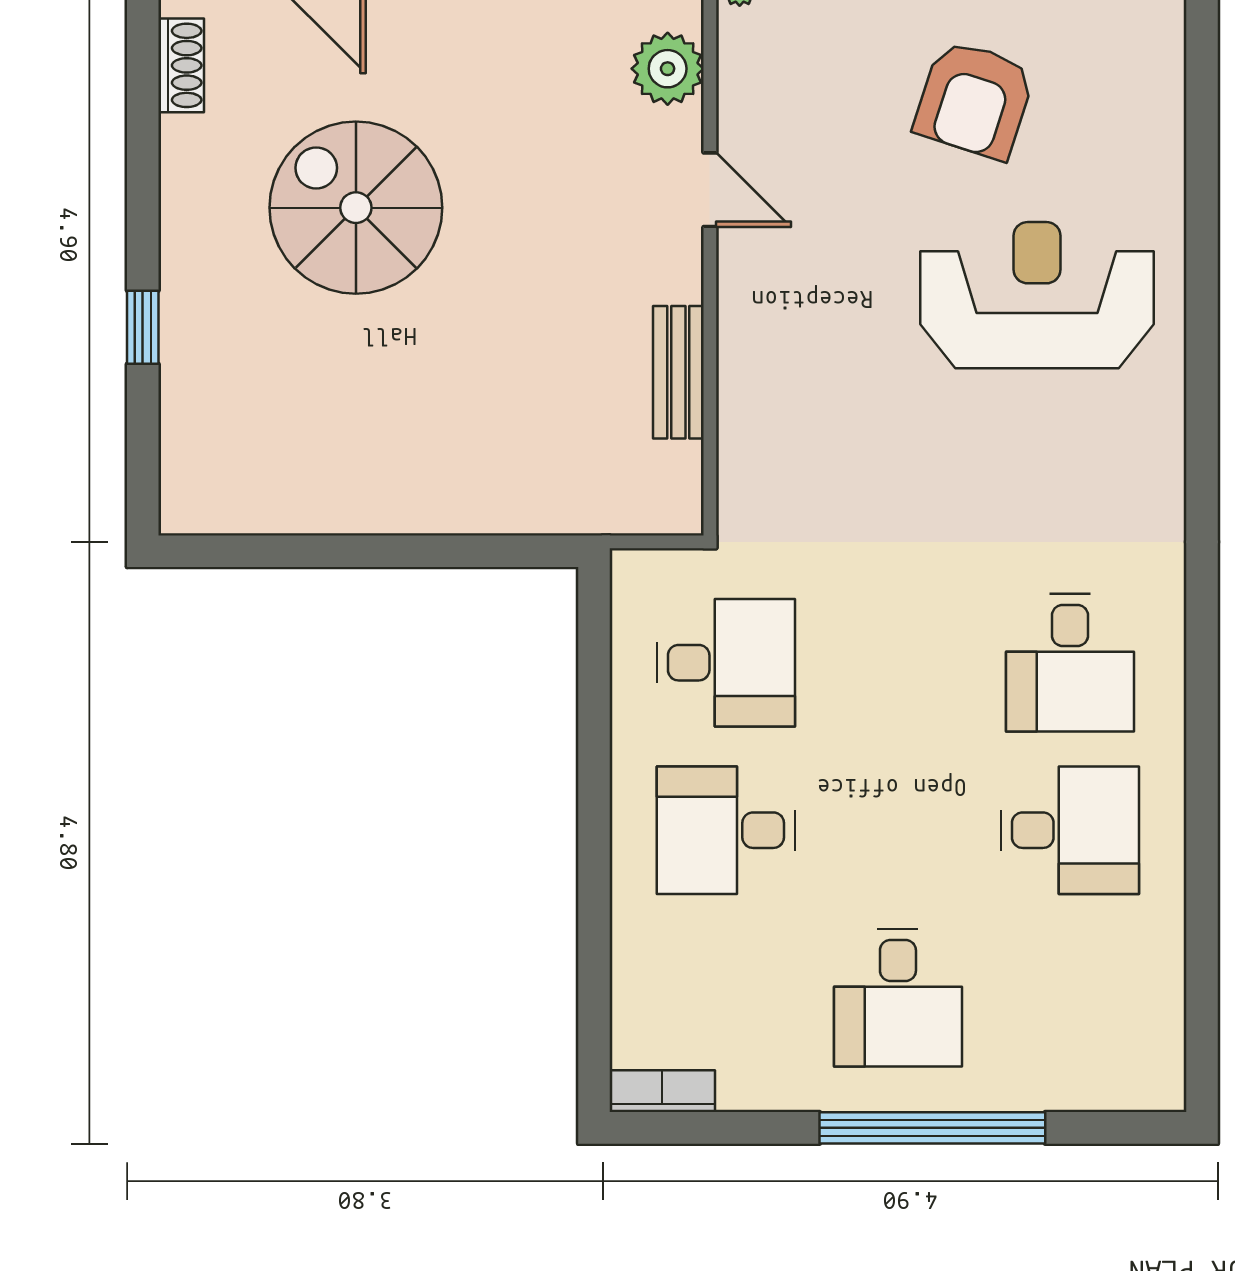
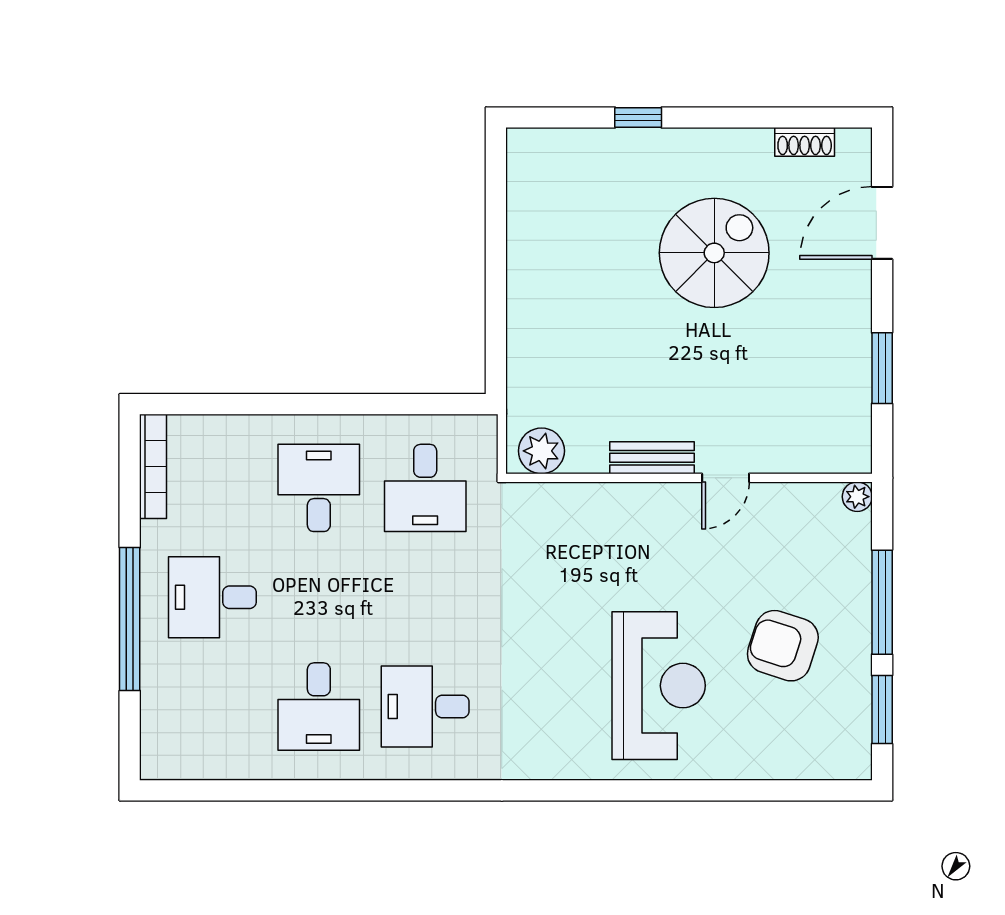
plant: (668, 69) -> (541, 451), moved
bench: (678, 372) -> (652, 458), moved
bookcase: (662, 1091) -> (153, 466), width x1.56

